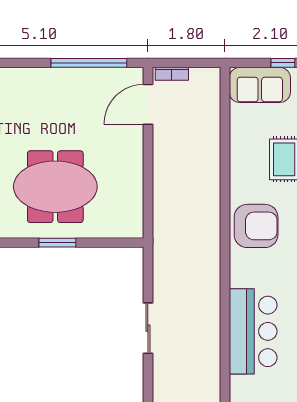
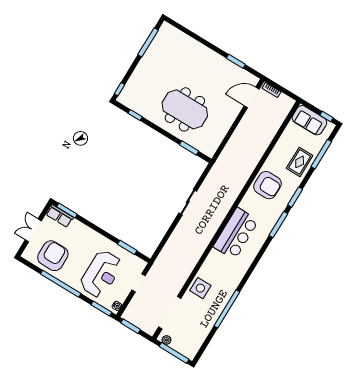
window: (89, 63) -> (236, 61), width x0.47
window: (57, 243) -> (189, 148), moved

